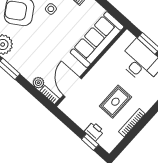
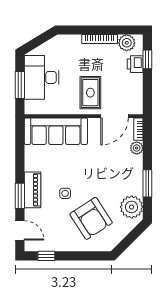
rug: (115, 102) -> (90, 93), moved, turned 90
plant: (113, 138) -> (127, 43), added

